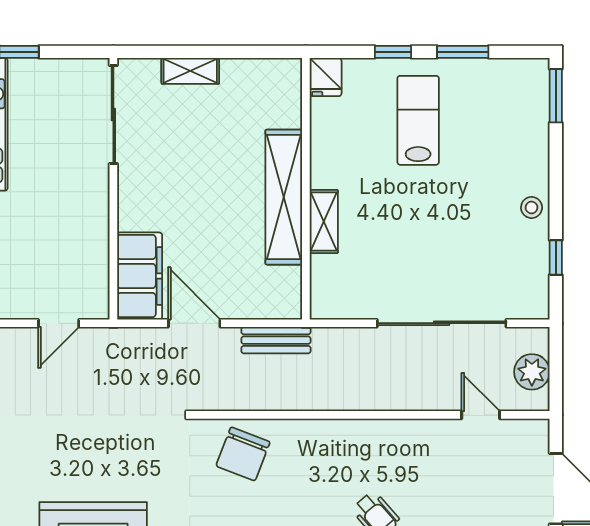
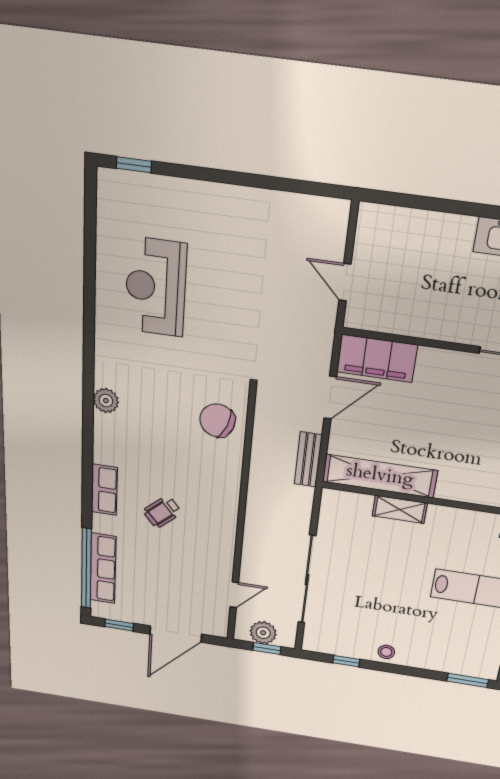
shelving: (284, 197) -> (380, 476), moved
window: (556, 365) -> (267, 649), added

